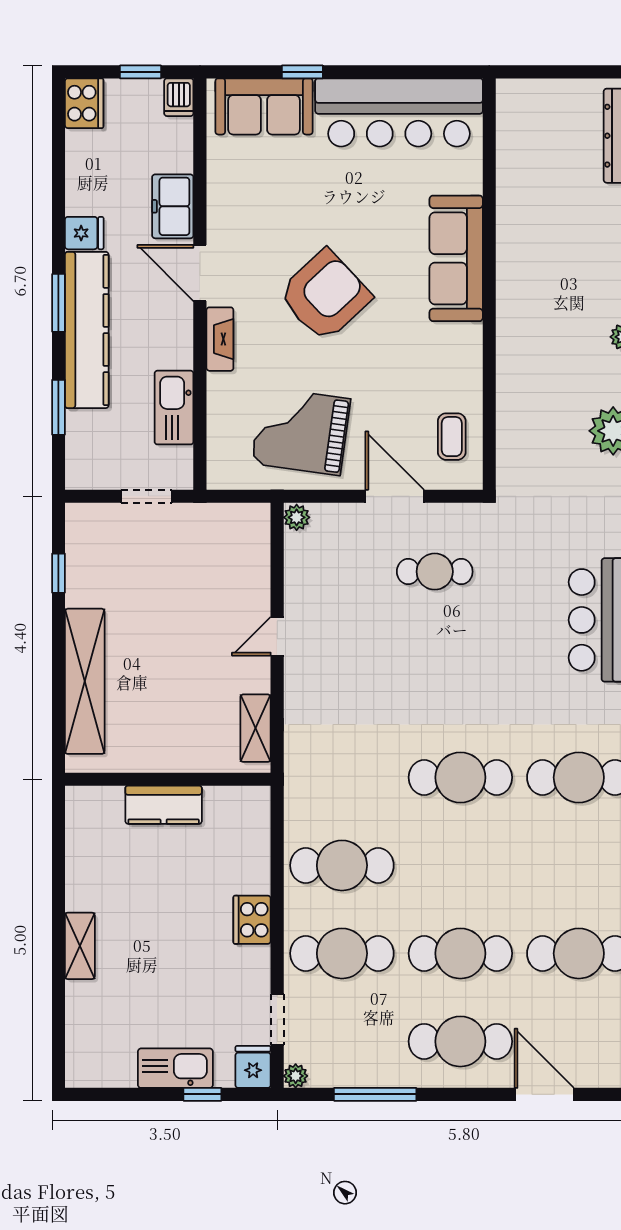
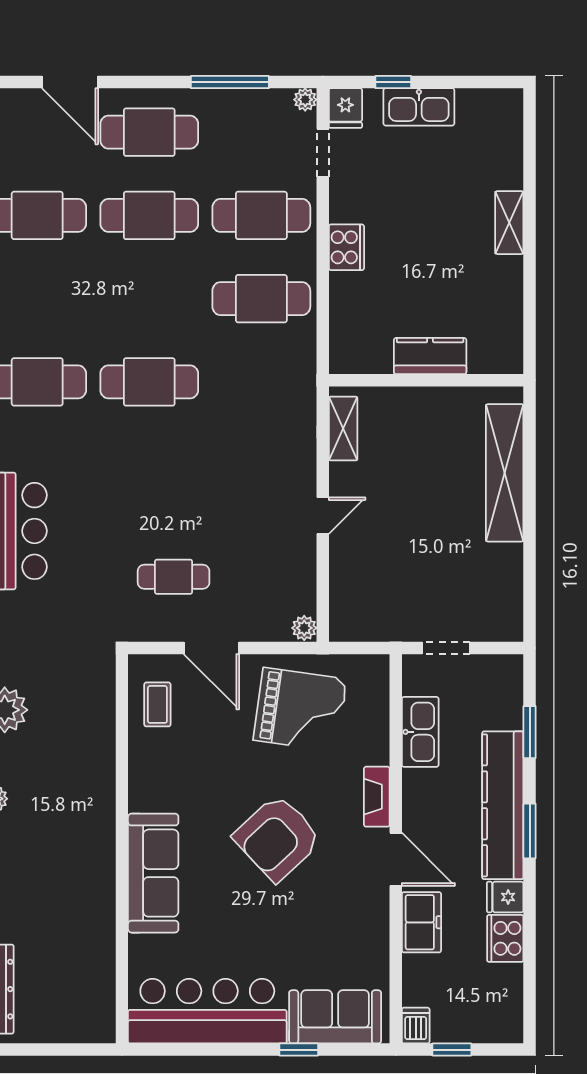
cooker: (84, 103) -> (505, 938), moved
window: (58, 573) -> (530, 575), removed

